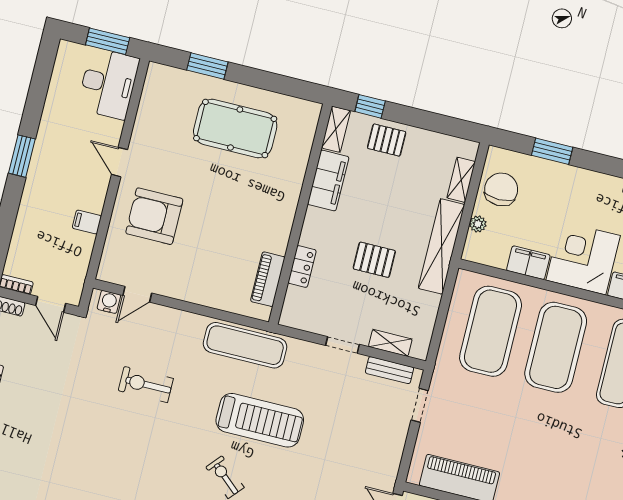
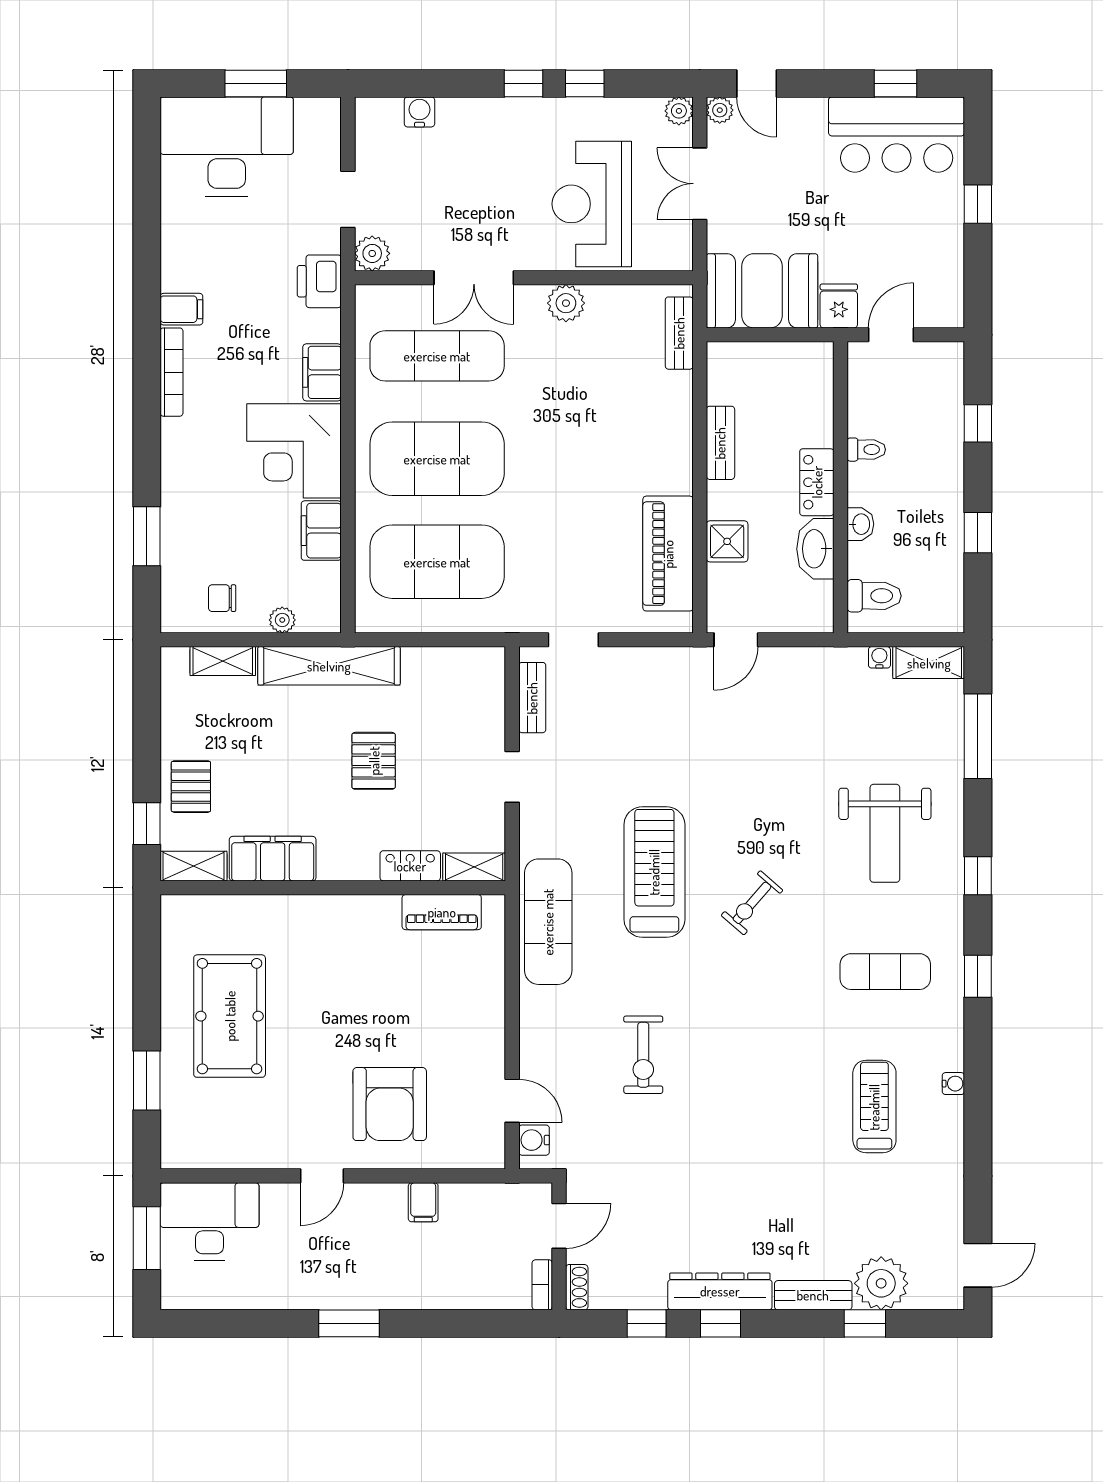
chair: (501, 189) -> (222, 598), width x0.54, depth x0.54
shelving: (390, 343) -> (474, 867), moved, turned 90

